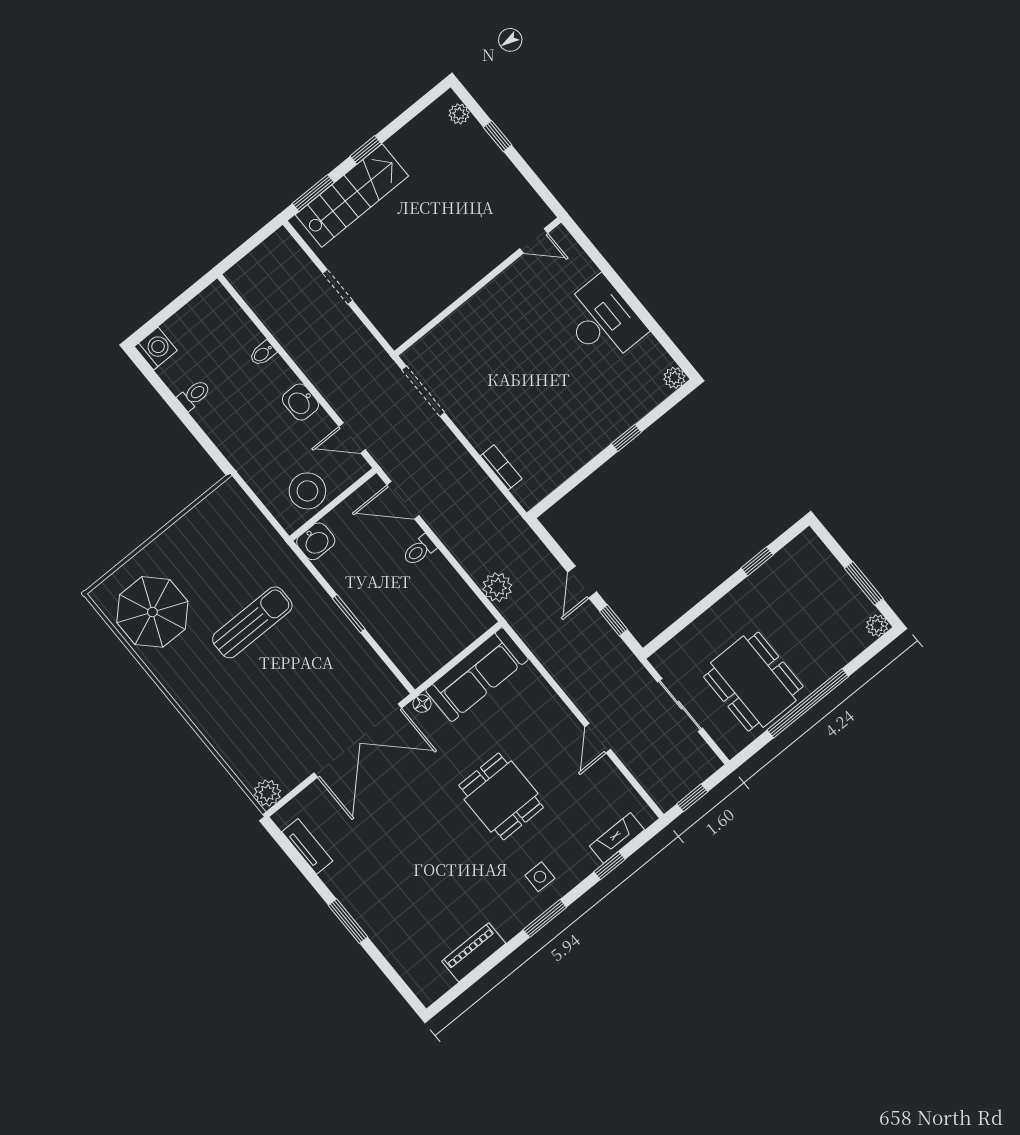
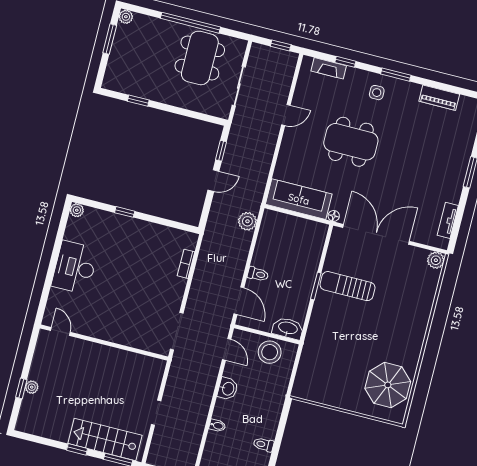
plant: (459, 114) -> (32, 387), moved
washbasin: (316, 541) -> (288, 328), width x1.38
sun lounger: (252, 622) -> (347, 286), moved
dining table: (501, 796) -> (351, 142), width x1.38

